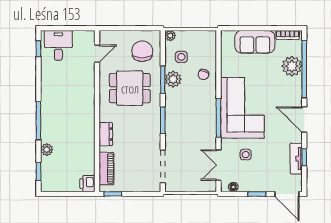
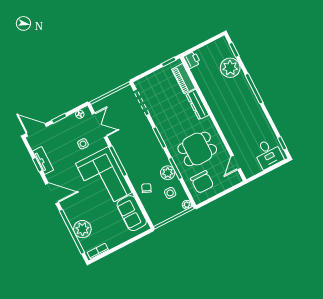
sofa: (255, 42) -> (132, 213), moved, turned -90
dresser: (106, 134) -> (197, 105), width x1.44
plant: (47, 150) -> (230, 68), width x1.88, depth x1.88

